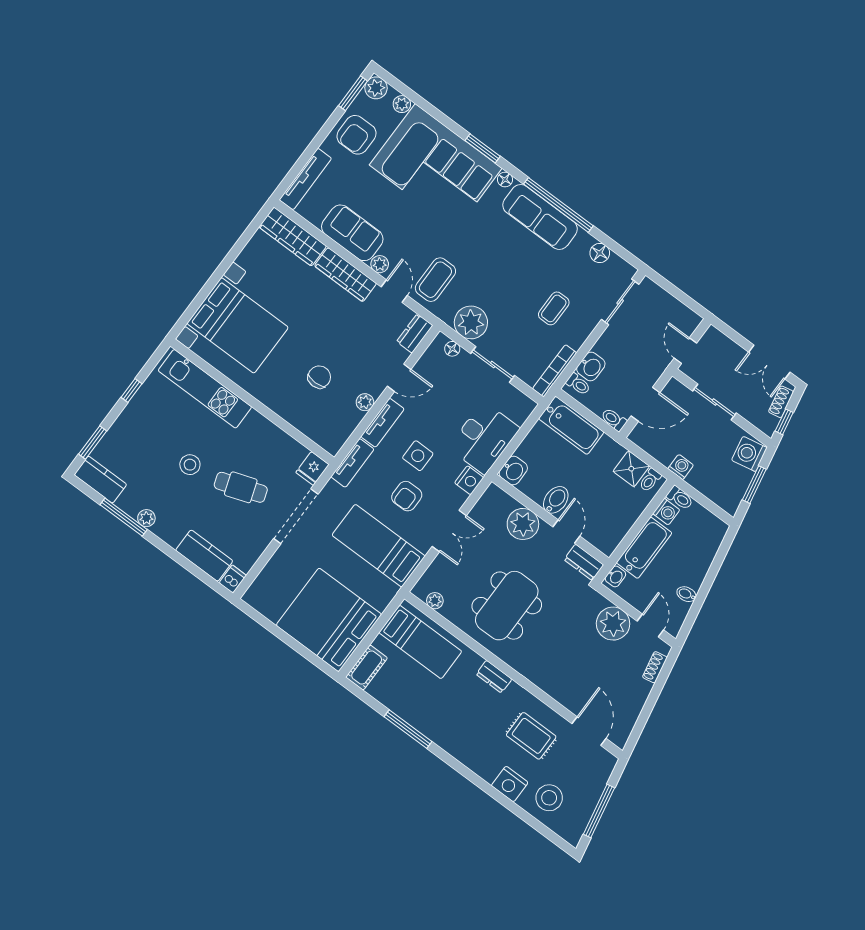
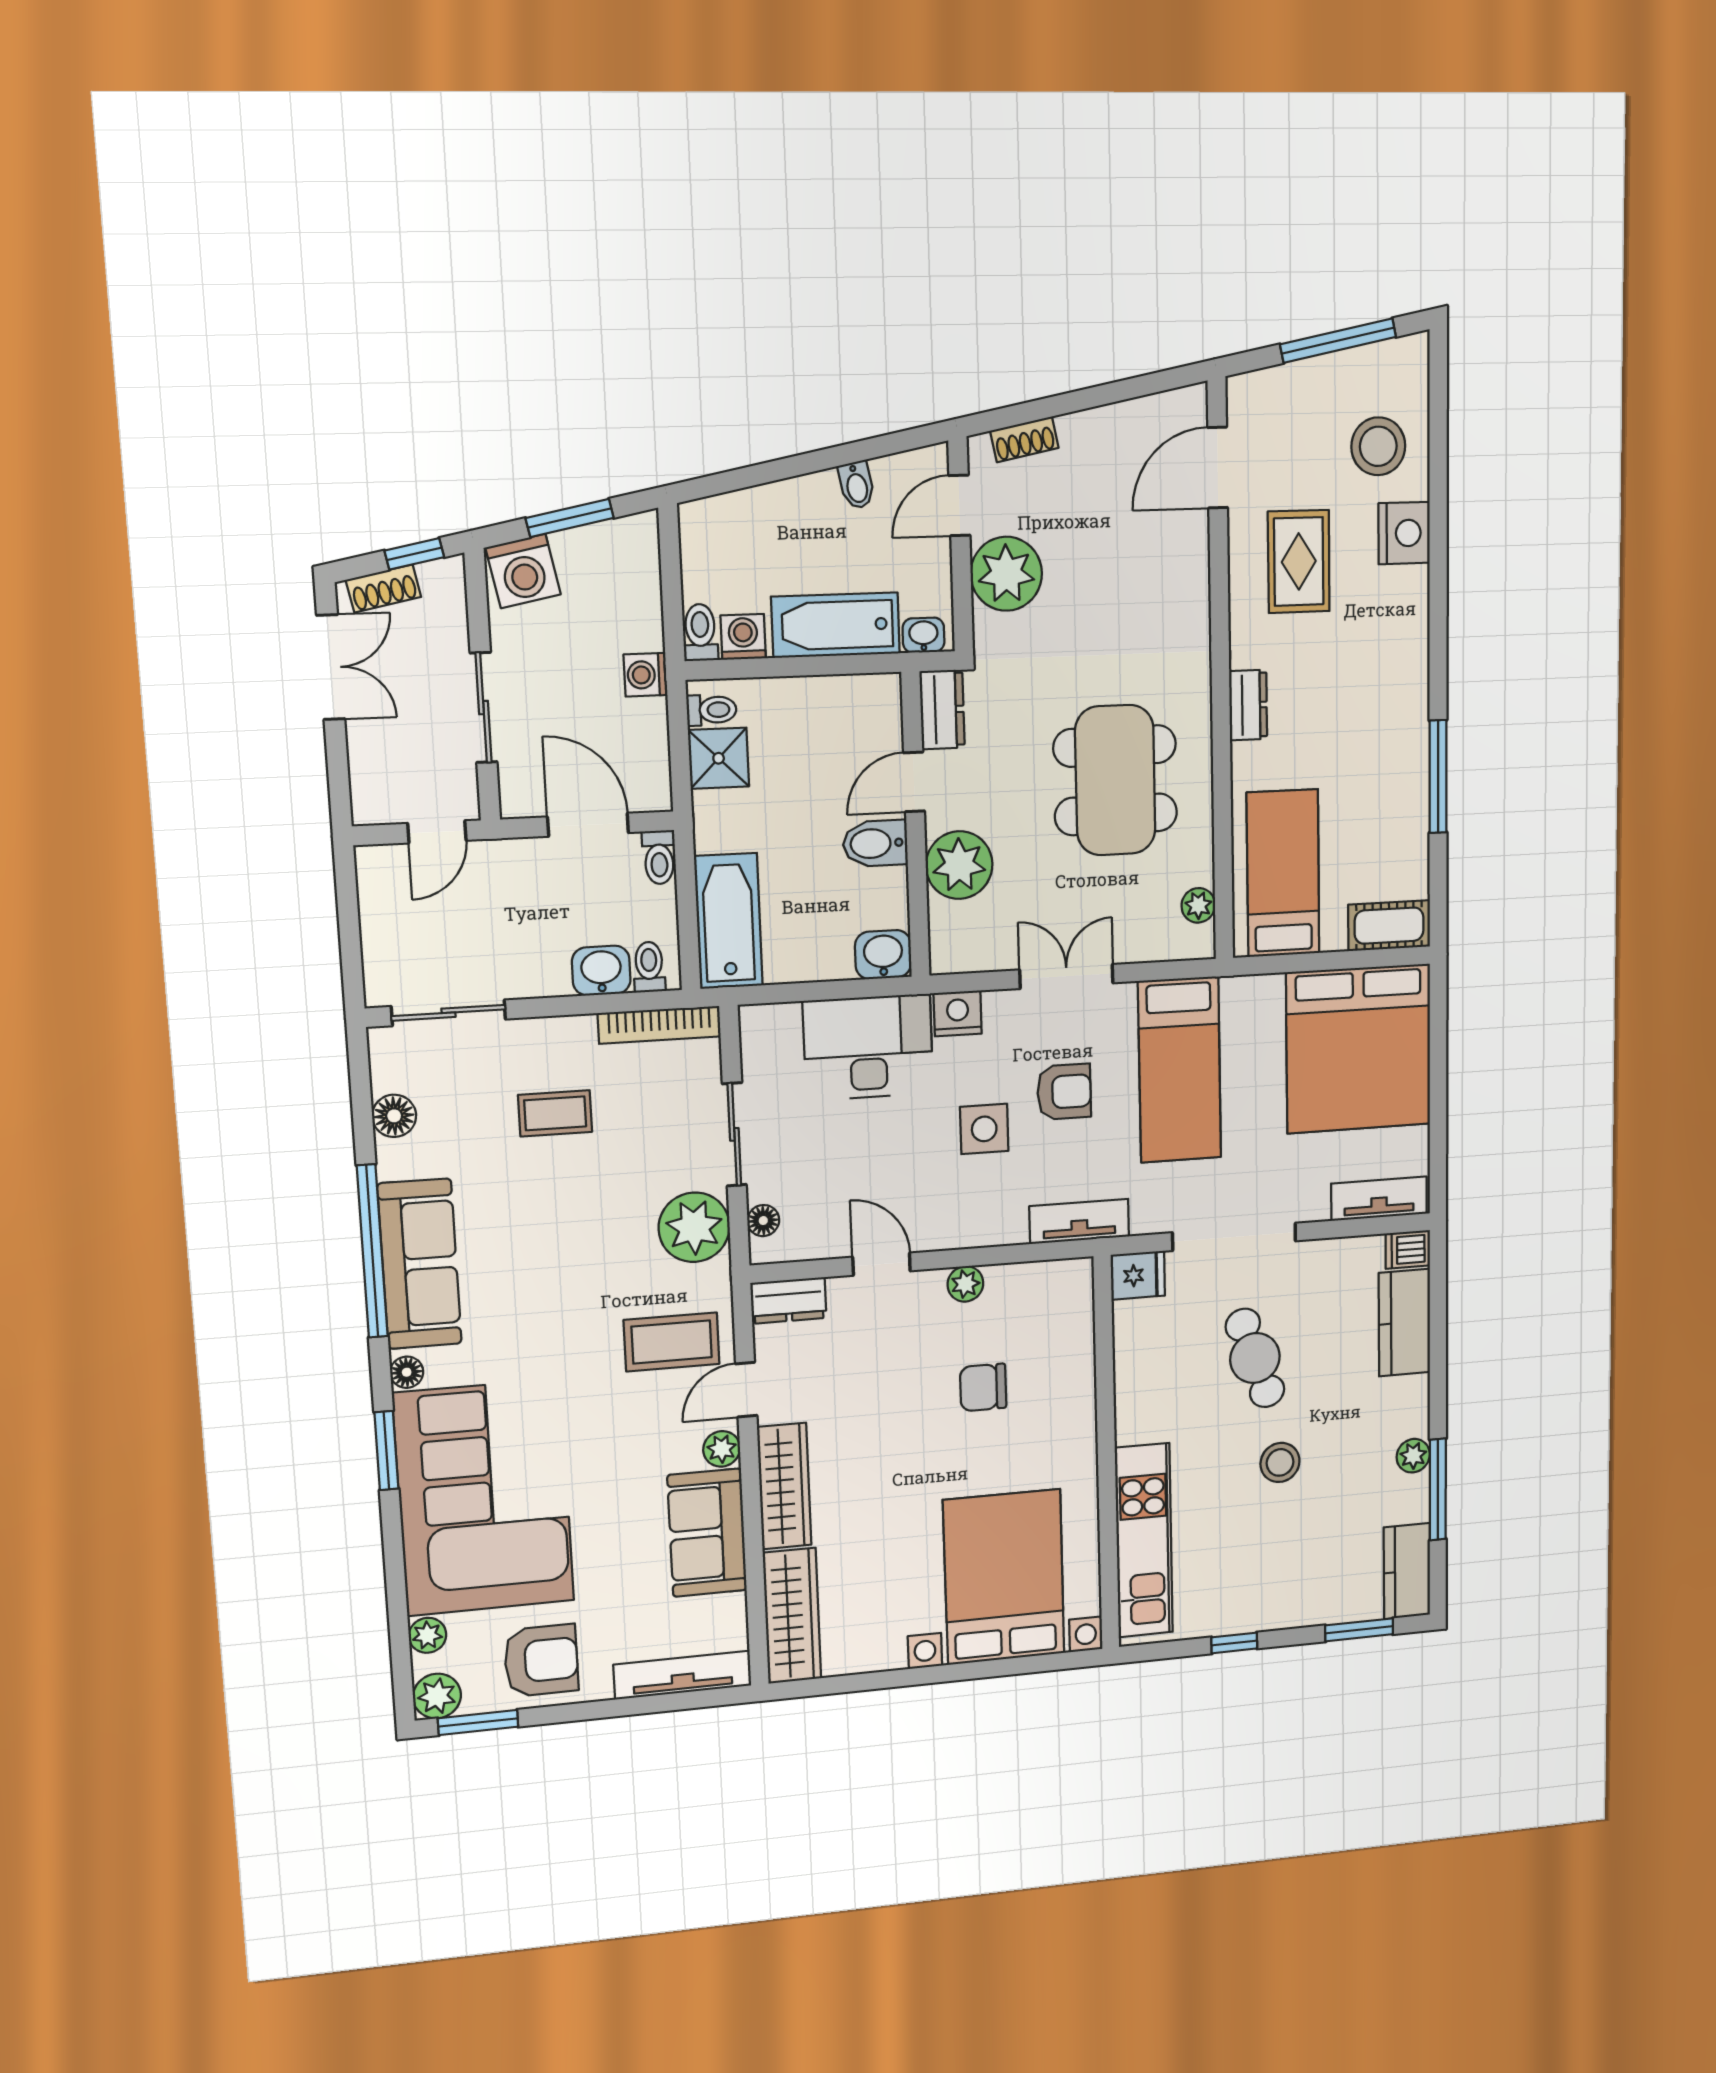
tv unit: (382, 423) -> (1379, 1199), moved
dining table: (507, 606) -> (1115, 780), turned 90

